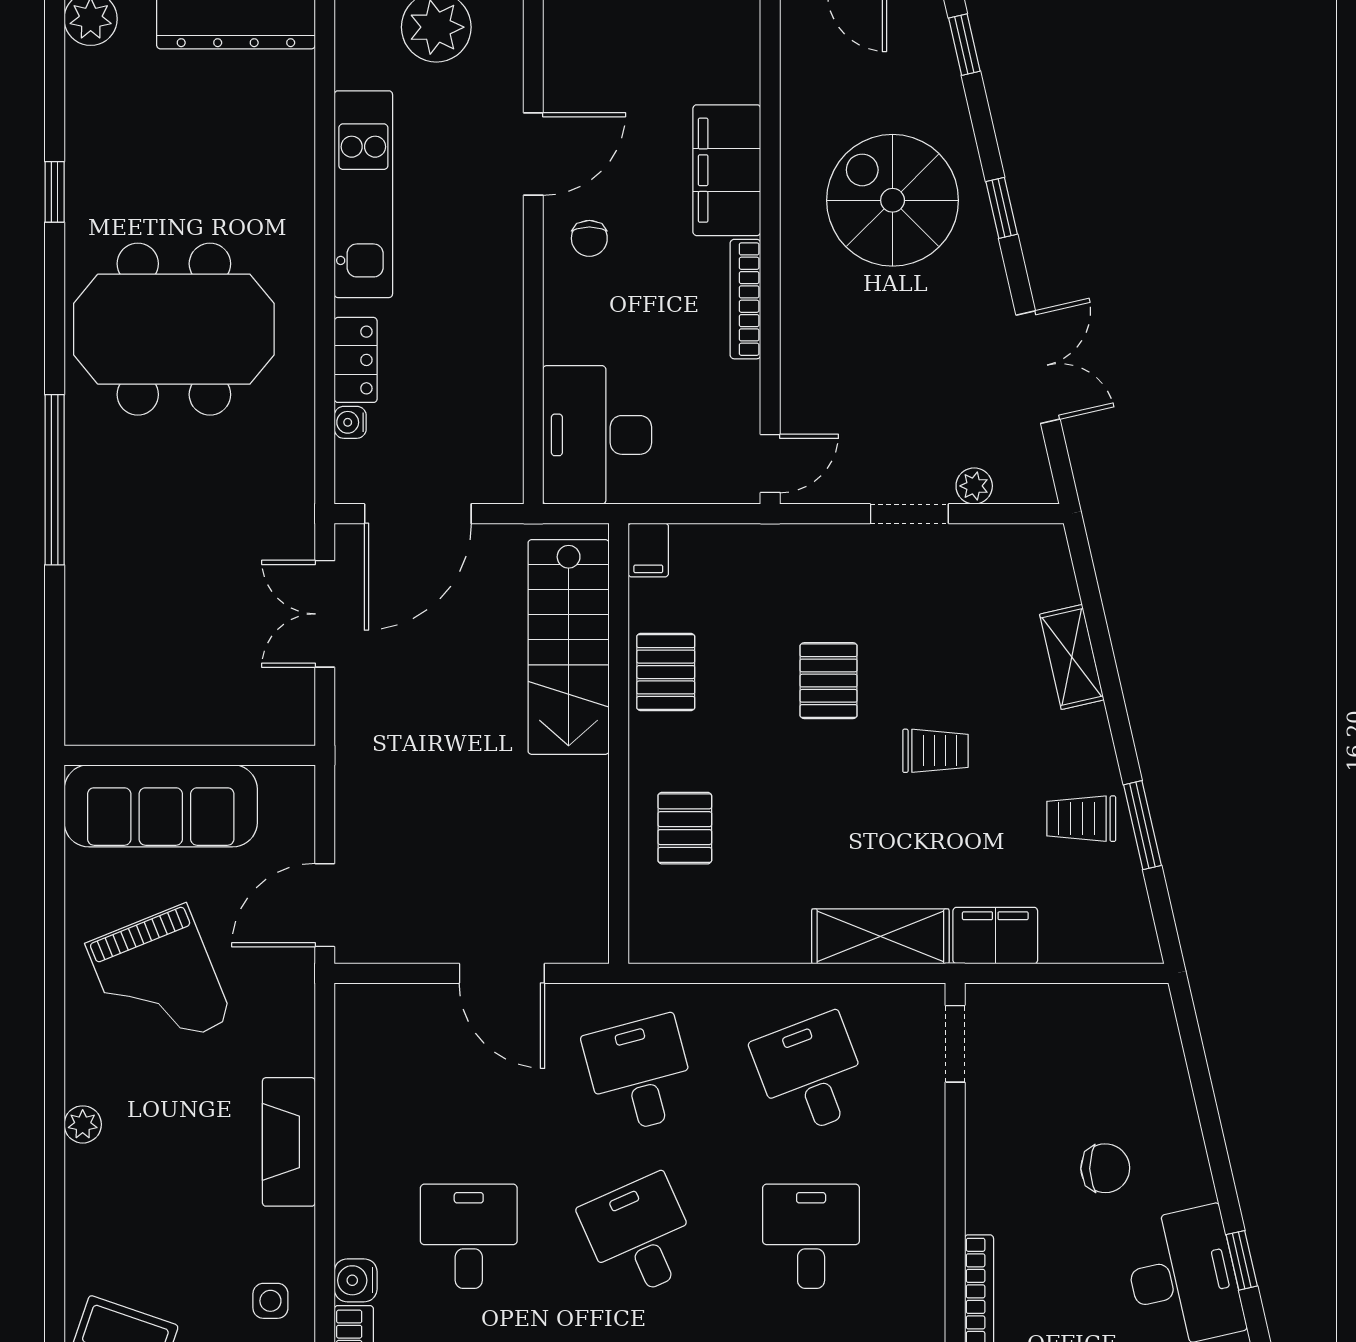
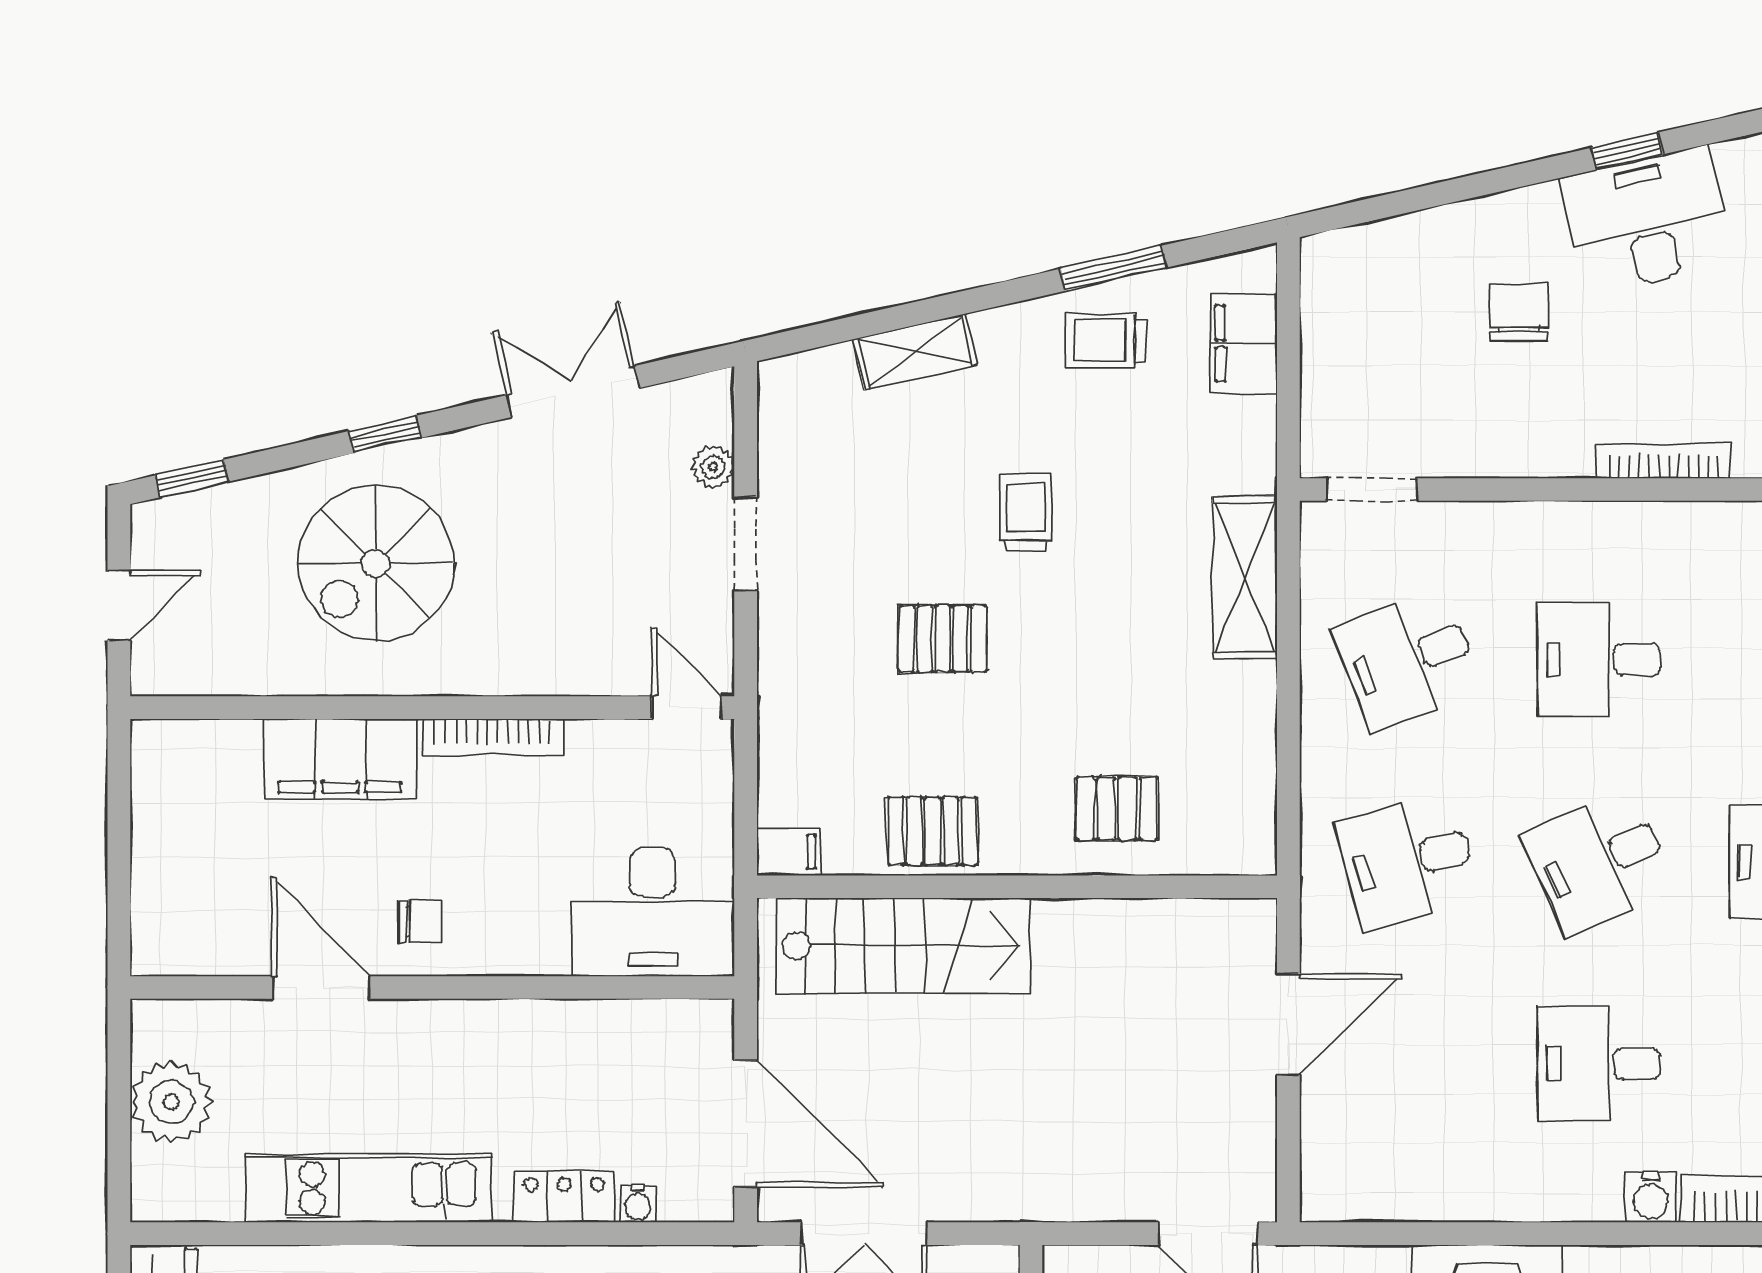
trolley: (1081, 819) -> (1106, 340), turned 90
filing cabinet: (995, 936) -> (1244, 344), moved

